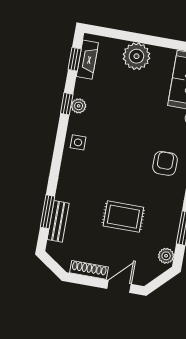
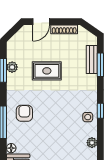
window: (67, 104) -> (100, 111), moved
armchair: (165, 163) -> (24, 113), turned 180
plant: (166, 256) -> (12, 67), moved

